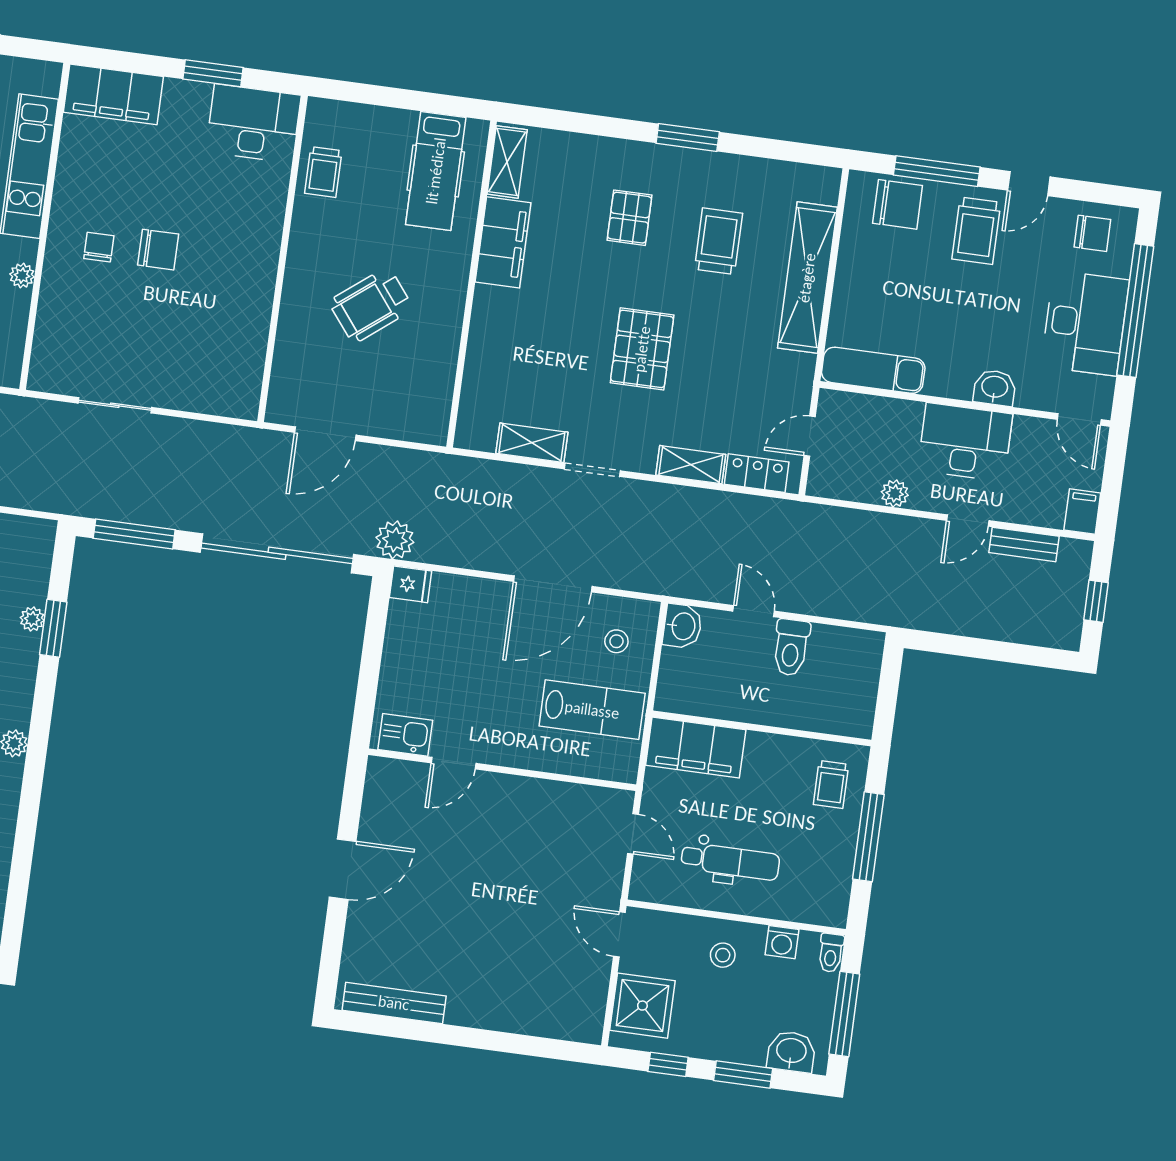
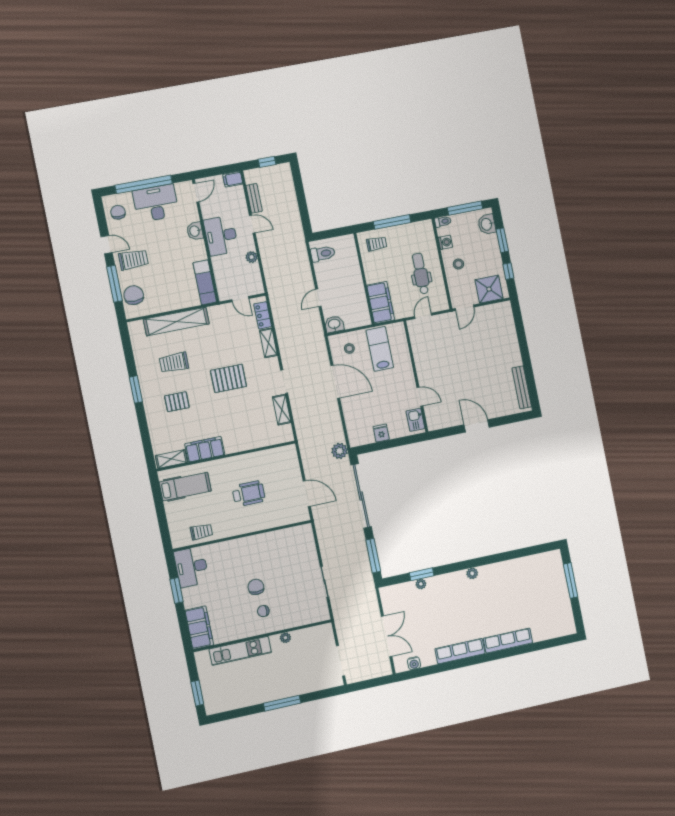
wheelchair: (371, 305) -> (249, 494), turned -52
fridge: (411, 584) -> (381, 433), moved
toilet: (791, 647) -> (323, 254), moved

